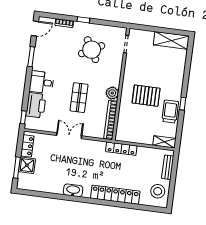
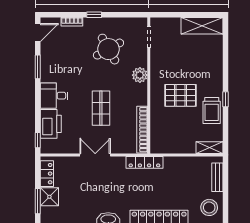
plant: (112, 93) -> (140, 75), moved
trolley: (170, 111) -> (212, 111), turned 180
locker: (121, 149) -> (144, 162), moved

